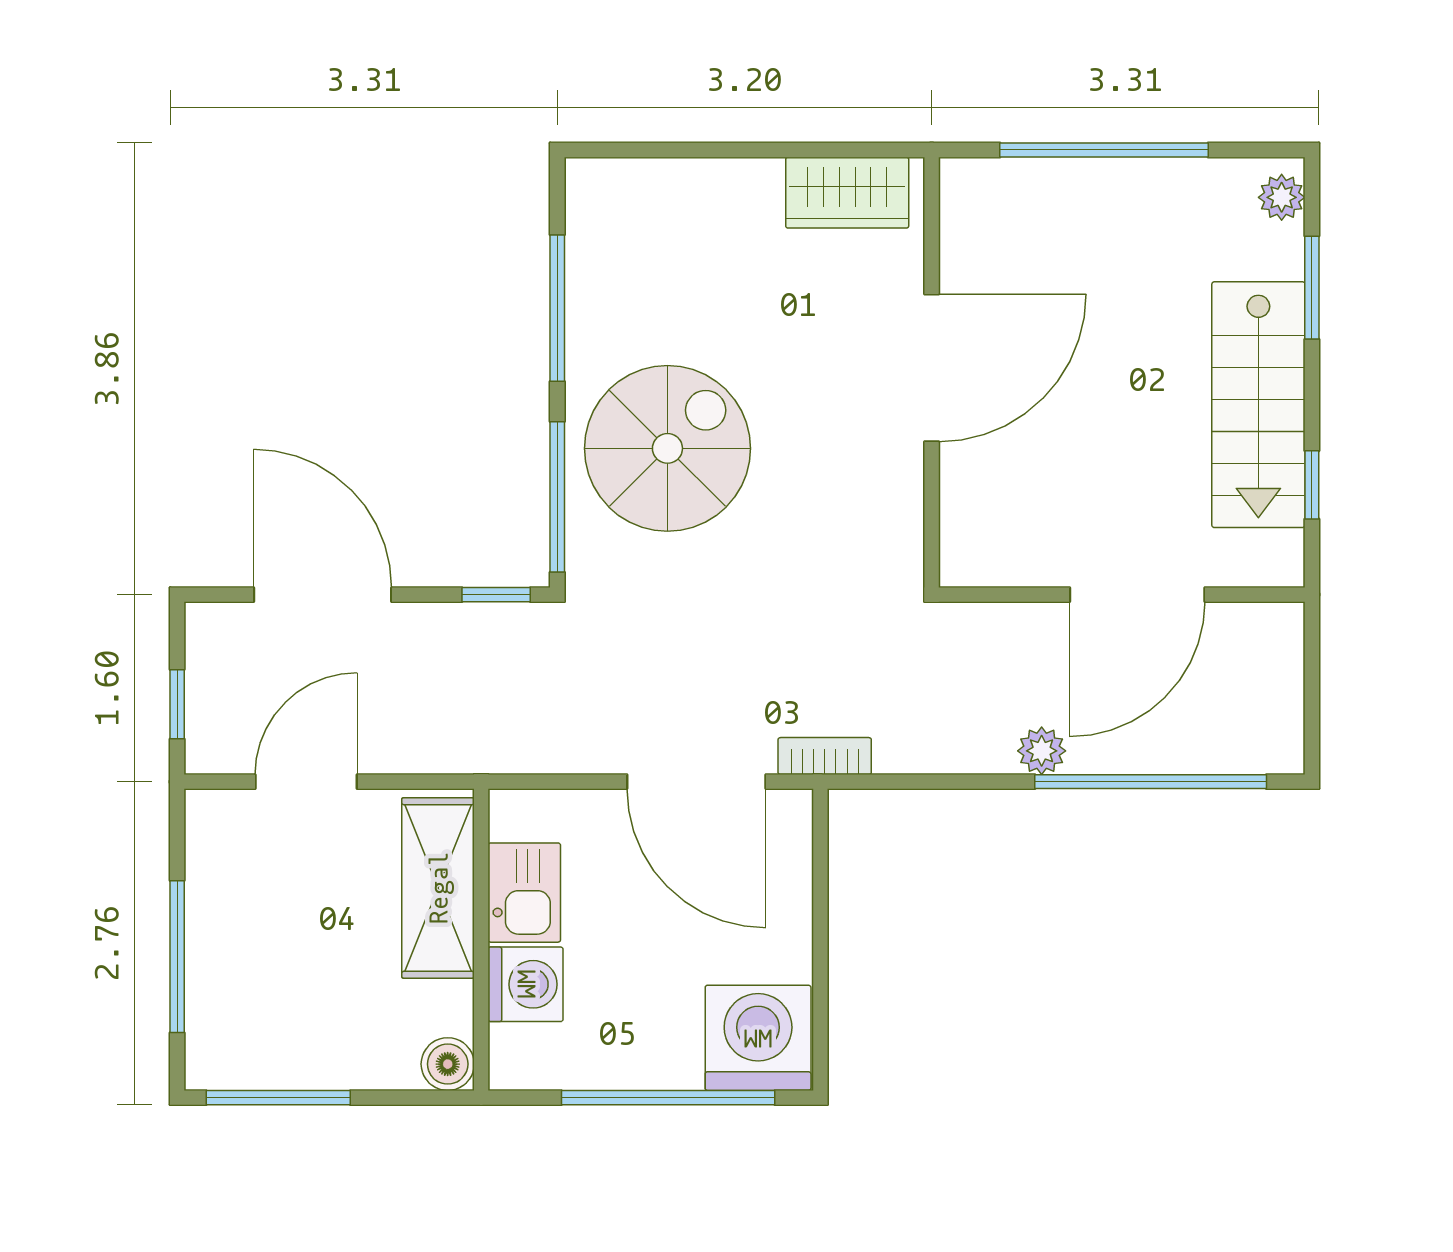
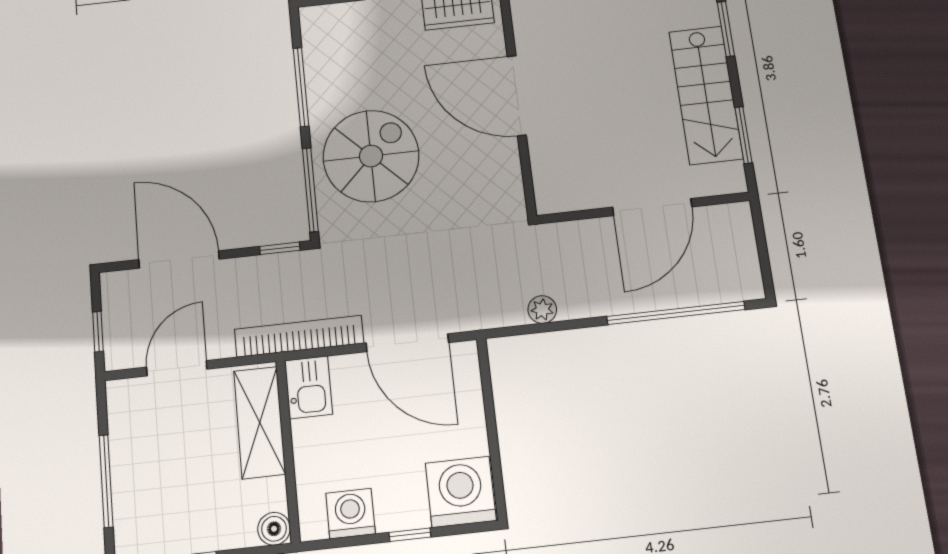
door: (932, 368) -> (517, 96), swing flipped
window: (1312, 485) -> (743, 135), width x1.50
plant: (1042, 751) -> (542, 310), moved
bookcase: (825, 756) -> (299, 336), moved, width x2.31, depth x1.31
kitchen sink: (524, 893) -> (309, 387), moved
washing machine: (526, 984) -> (350, 514), moved, turned -90
window: (668, 1098) -> (410, 535), width x0.32

